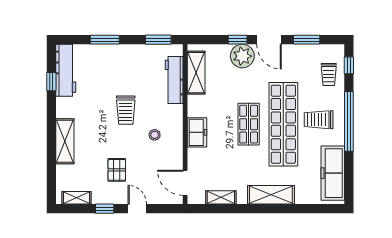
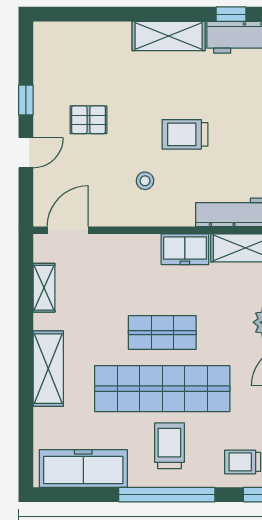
freezer: (197, 132) -> (185, 249), moved
shelving: (65, 141) -> (169, 36), moved
shelving: (77, 198) -> (43, 55), removed

